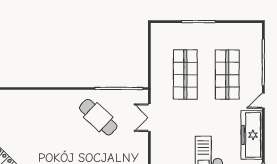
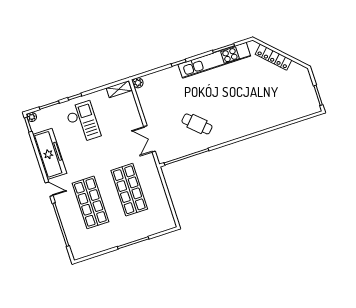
door: (263, 101) -> (49, 189), hinge flipped
cafe table: (98, 117) -> (197, 124), width x0.73, depth x0.74
double door: (149, 118) -> (150, 139), swing flipped

